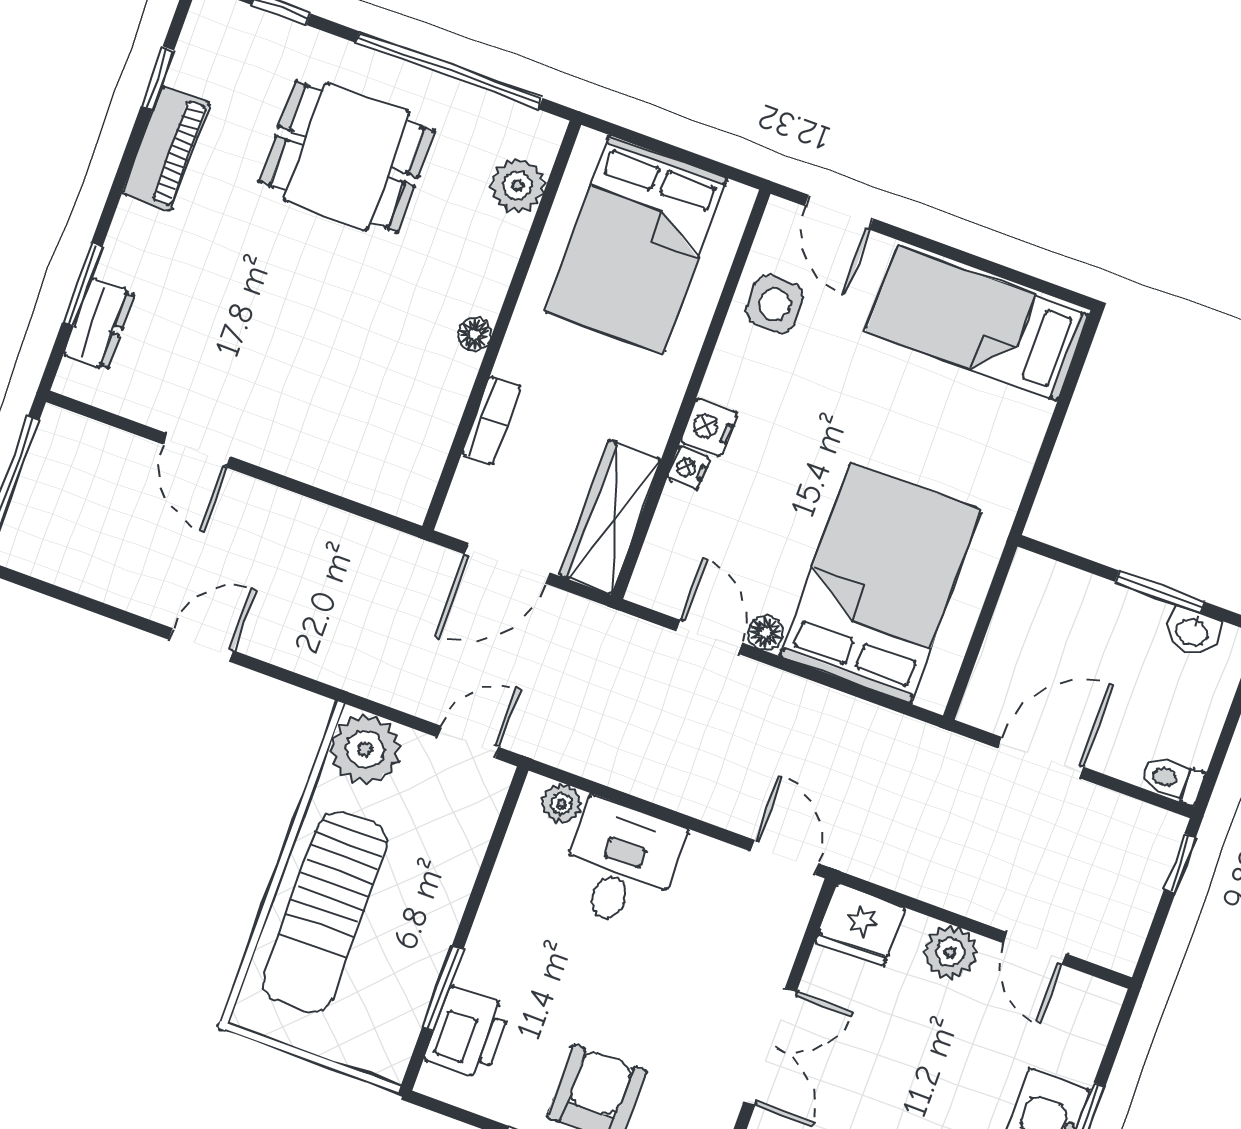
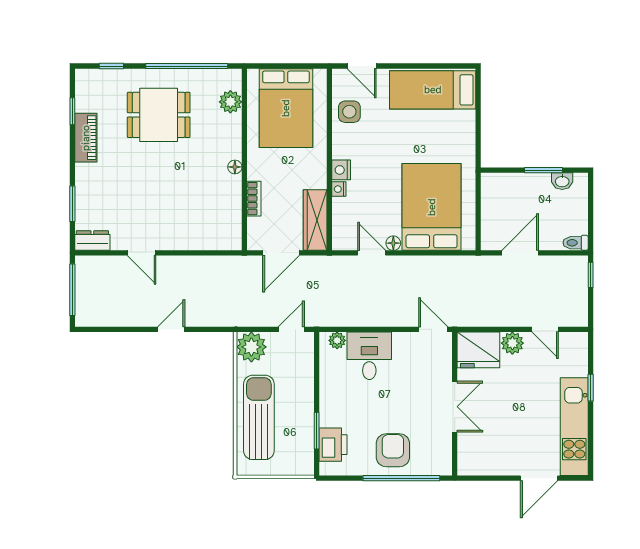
dresser: (99, 324) -> (92, 241), moved, turned -90
sun lounger: (325, 912) -> (259, 417), turned 180
fridge: (860, 925) -> (478, 350), width x1.36, depth x1.34

